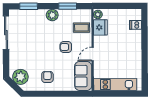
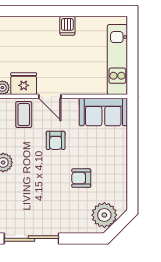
dishwasher: (136, 25) -> (67, 26), moved
door: (93, 54) -> (50, 96), moved
armchair: (47, 77) -> (81, 178), moved

